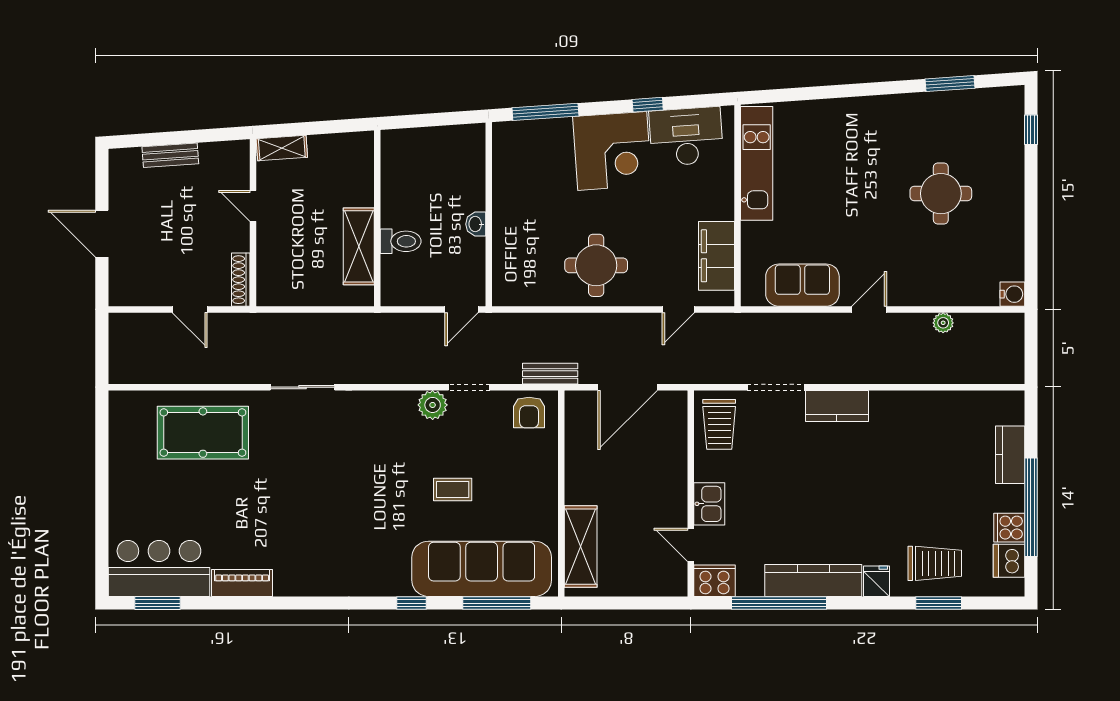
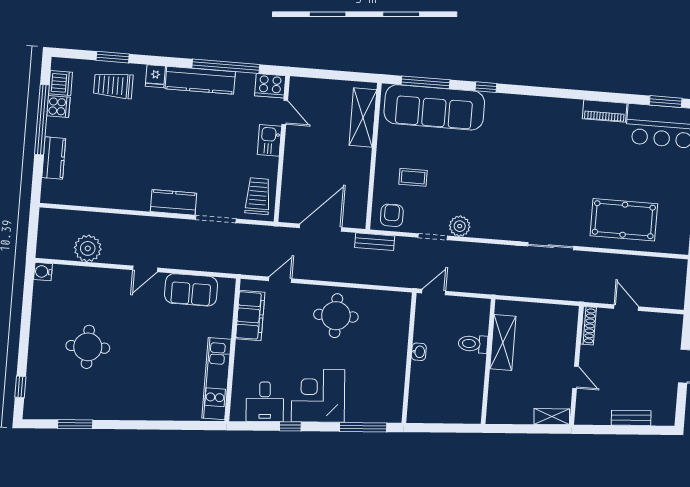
desk: (686, 137) -> (265, 402), width x0.73
plant: (943, 323) -> (88, 248), width x1.87, depth x1.87
coffee table: (453, 489) -> (413, 177), moved

